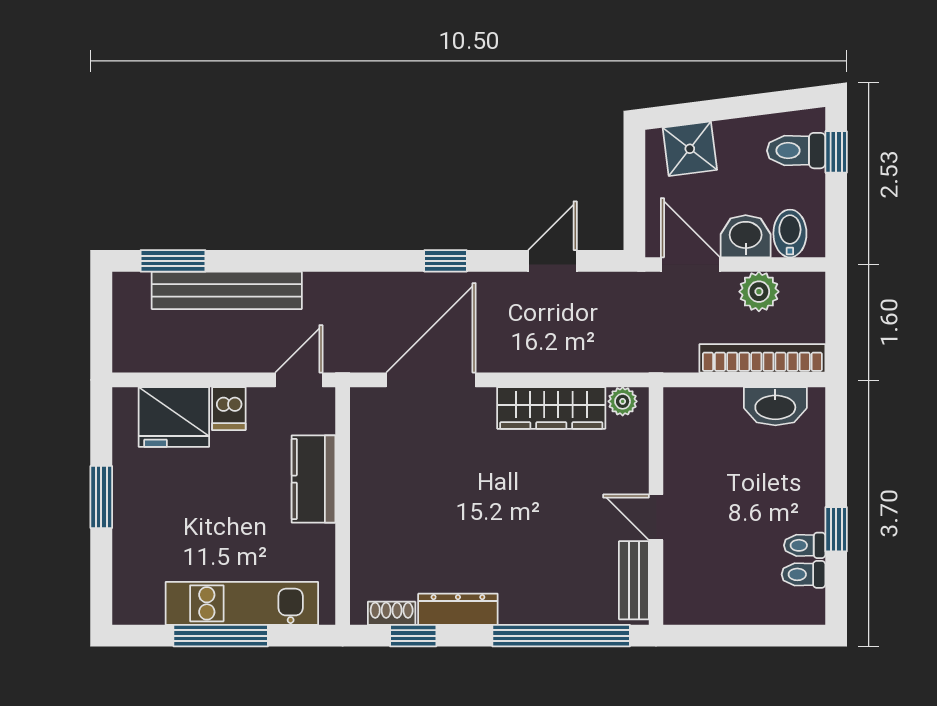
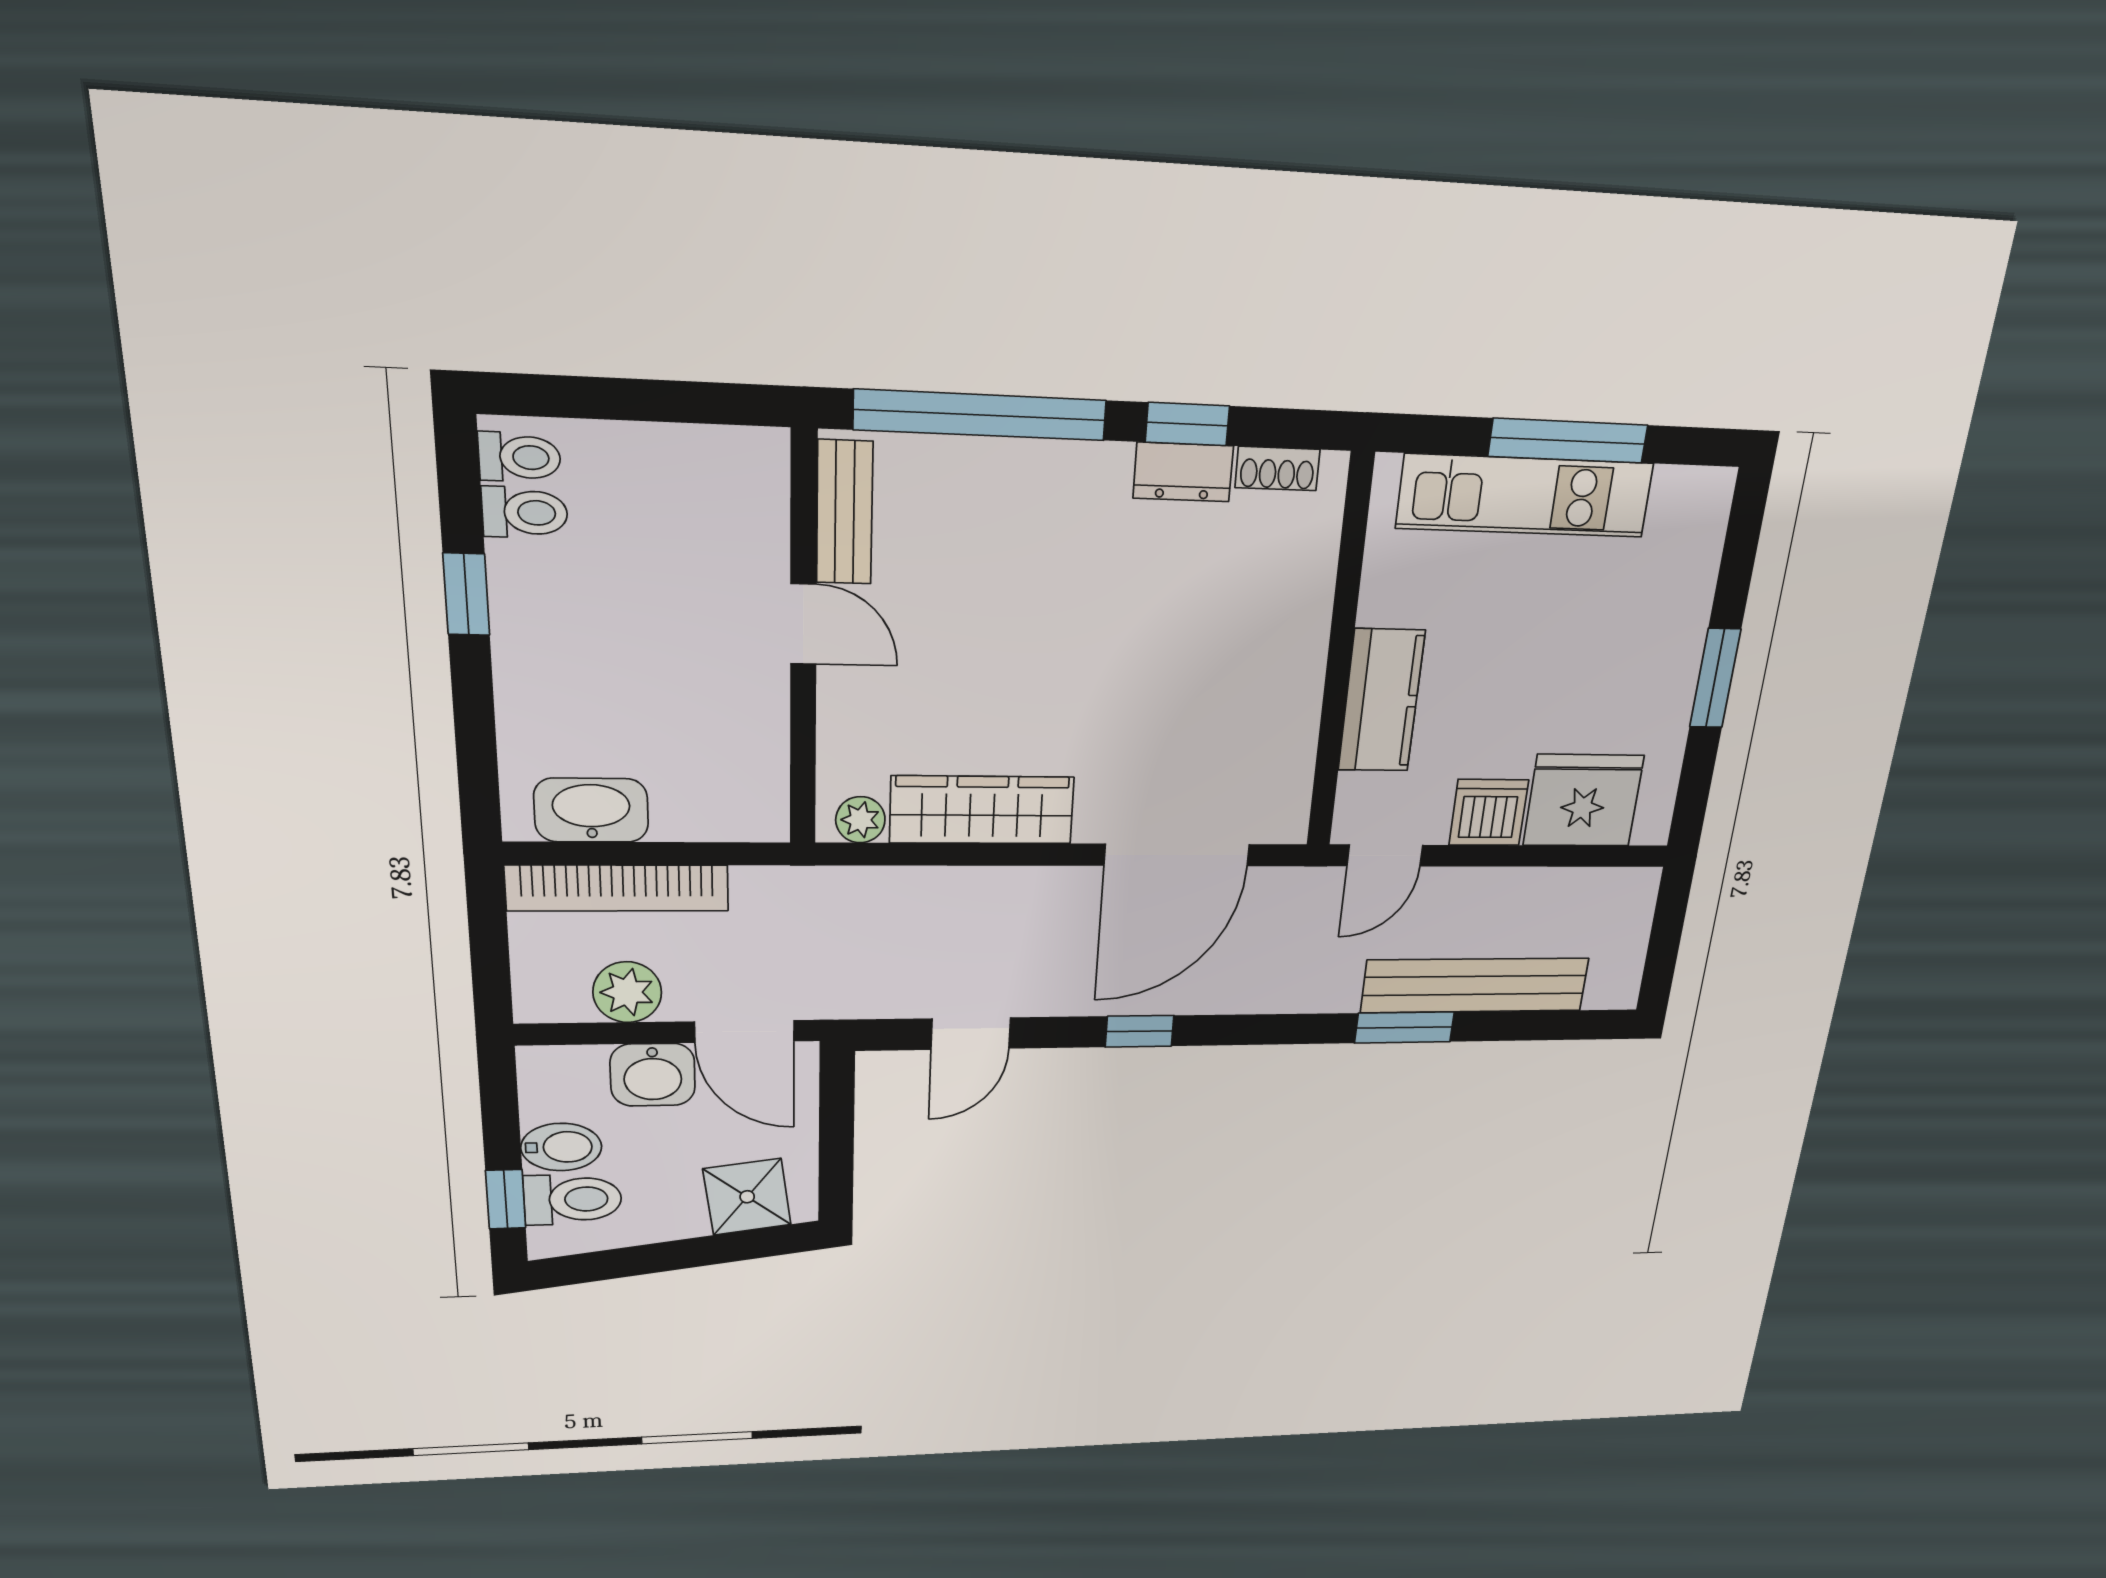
bidet: (790, 233) -> (561, 1147), moved, turned -90
window: (173, 261) -> (1404, 1027), moved
dishwasher: (229, 409) -> (1489, 812), width x1.38
toilet: (805, 545) -> (520, 457), moved
dresser: (458, 609) -> (1183, 472), width x0.70
window: (413, 636) -> (1187, 424), moved

